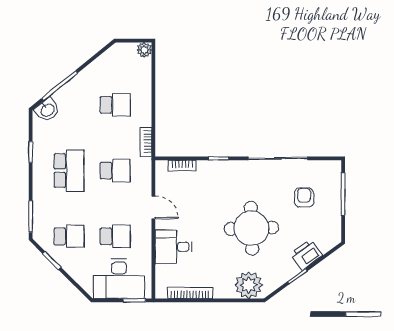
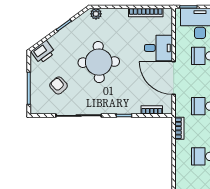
armchair: (304, 198) -> (59, 86), turned 137
door: (153, 207) -> (174, 78), width x1.88
printer: (306, 255) -> (43, 52), moved
plant: (249, 285) -> (96, 14), width x0.53, depth x0.53

